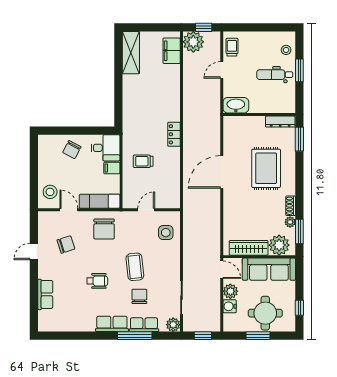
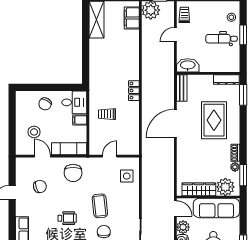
bench: (229, 131) -> (182, 88), added
stool: (50, 192) -> (34, 132), moved

